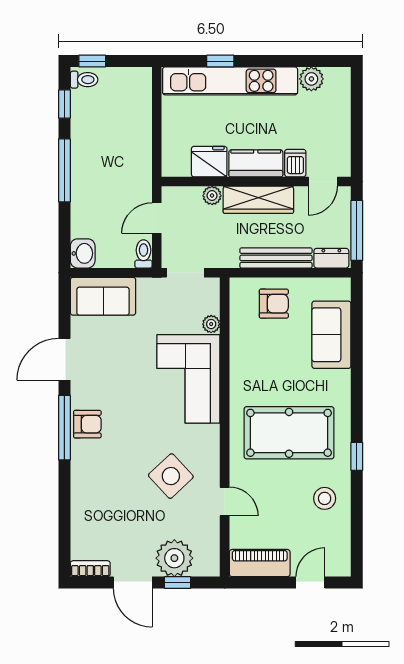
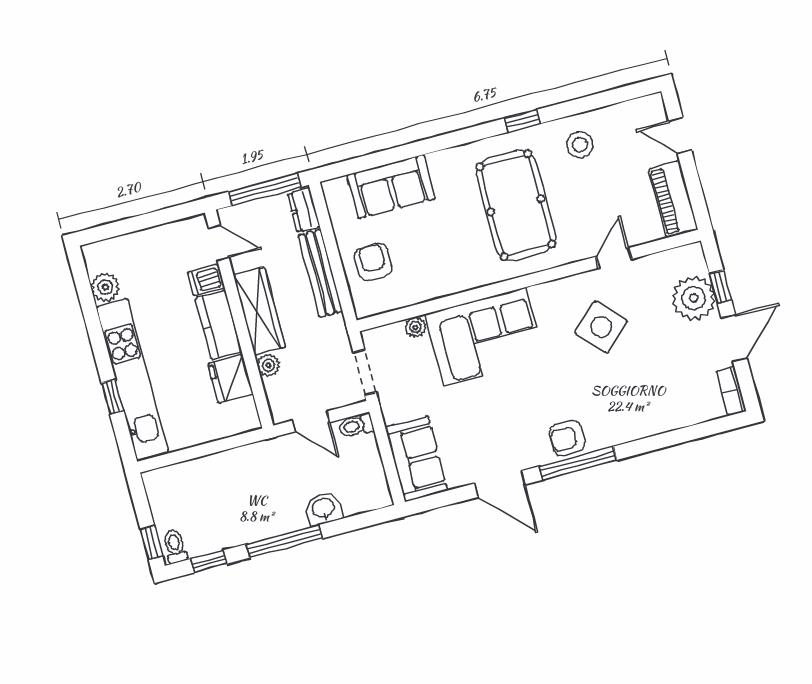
washbasin: (83, 253) -> (323, 509), moved
armchair: (87, 424) -> (567, 438), turned -90

